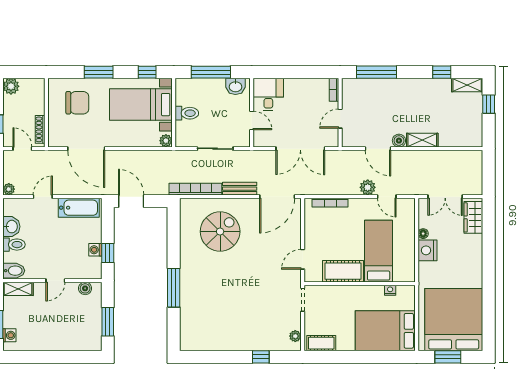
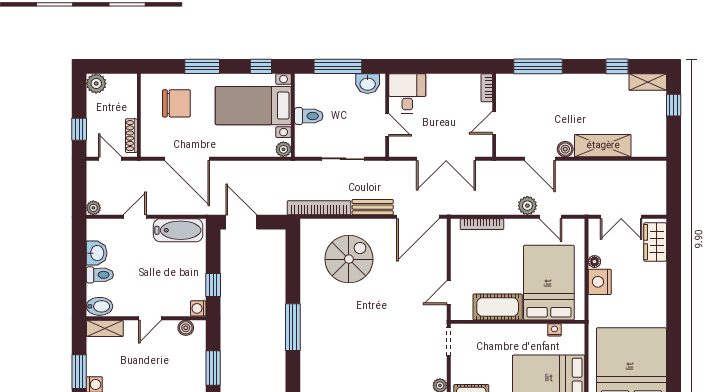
shelving: (422, 140) -> (603, 146), width x1.50, depth x1.33
washing machine: (95, 250) -> (198, 308), moved
bed: (379, 251) -> (549, 283), width x1.50

